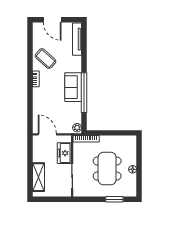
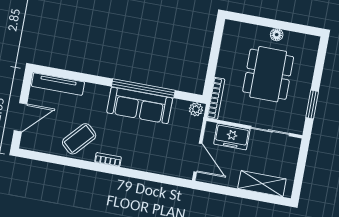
sofa: (73, 87) -> (140, 105), width x1.36
door: (47, 134) -> (198, 158), swing flipped
dining table: (107, 169) -> (268, 74), turned 90
window: (114, 199) -> (312, 104), moved

